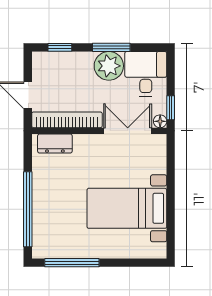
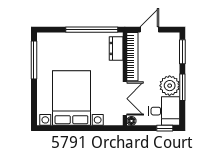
window: (60, 47) -> (182, 52), width x1.50
window: (171, 108) -> (165, 128), moved
bed with nightstands: (127, 208) -> (71, 98), width x1.36
window: (28, 209) -> (92, 30), moved

